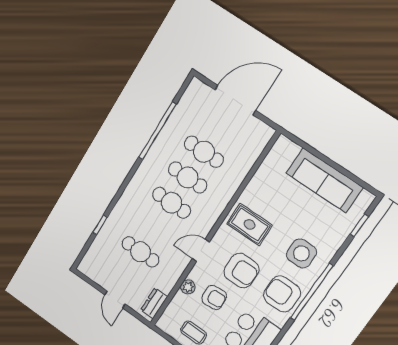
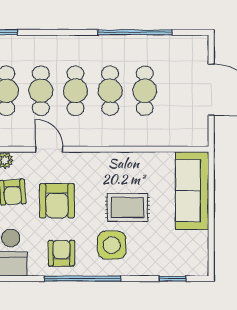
sofa: (325, 180) -> (192, 191), moved
rug: (250, 224) -> (127, 207), moved, turned 90
cafe table: (156, 228) -> (41, 91), added
armchair: (282, 294) -> (61, 253), width x0.72, depth x0.72

